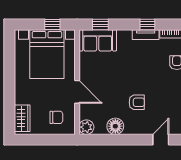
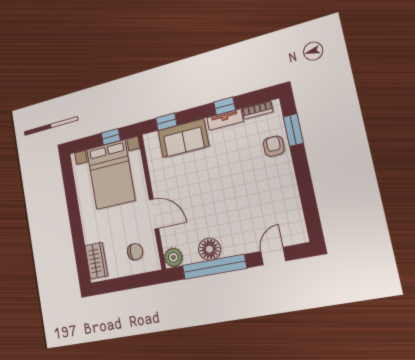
sofa: (98, 40) -> (183, 138), moved
armchair: (137, 102) -> (231, 211), removed
window: (116, 140) -> (214, 267), added

